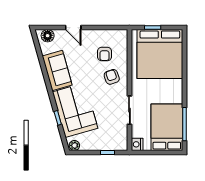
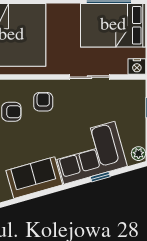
armchair: (112, 77) -> (43, 102), turned 109

